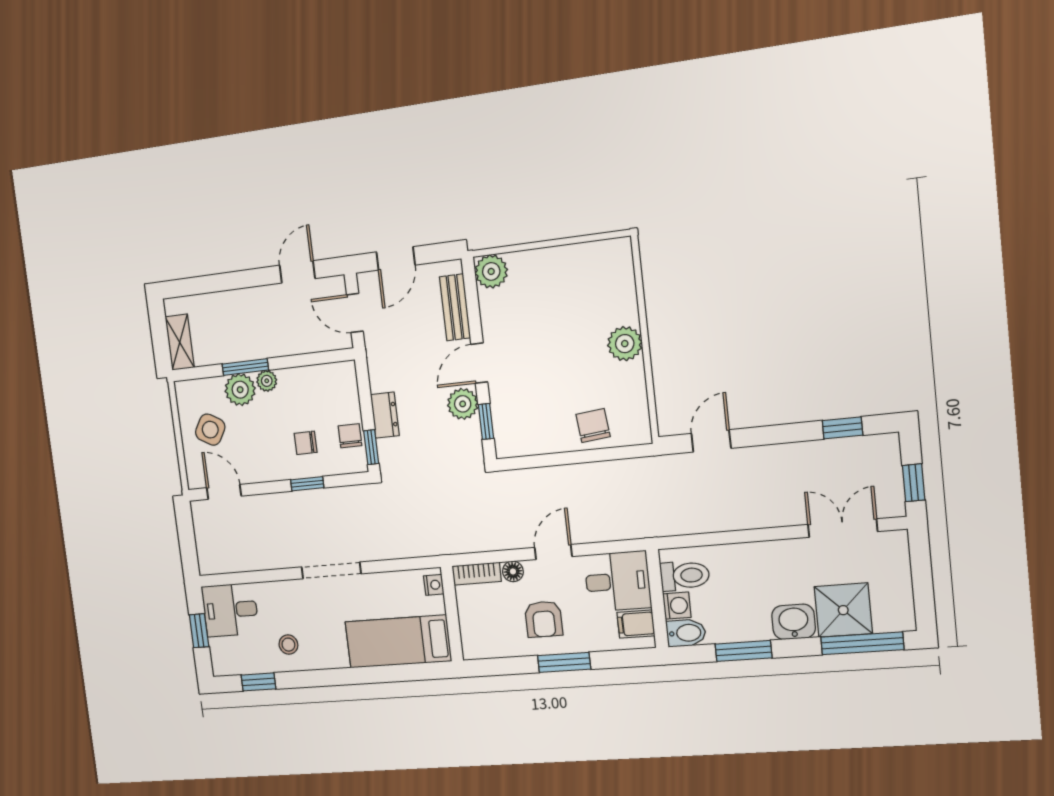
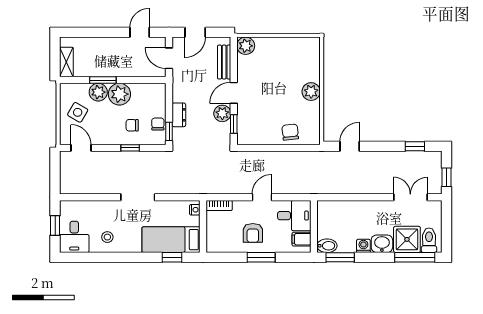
plant: (267, 381) -> (119, 94), width x1.88, depth x1.88
floor lamp: (513, 571) -> (239, 206), removed
toilet: (685, 576) -> (429, 240), moved, turned -90
washing machine: (677, 606) -> (363, 246), moved, turned -90
desk: (230, 610) -> (74, 237), moved, turned -90
window: (743, 651) -> (340, 257), moved
window: (258, 682) -> (172, 257), moved

